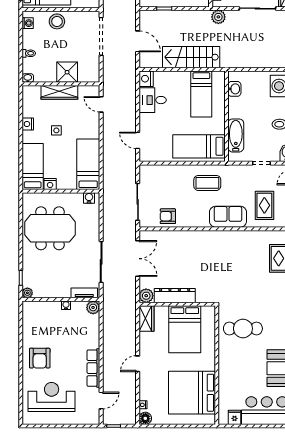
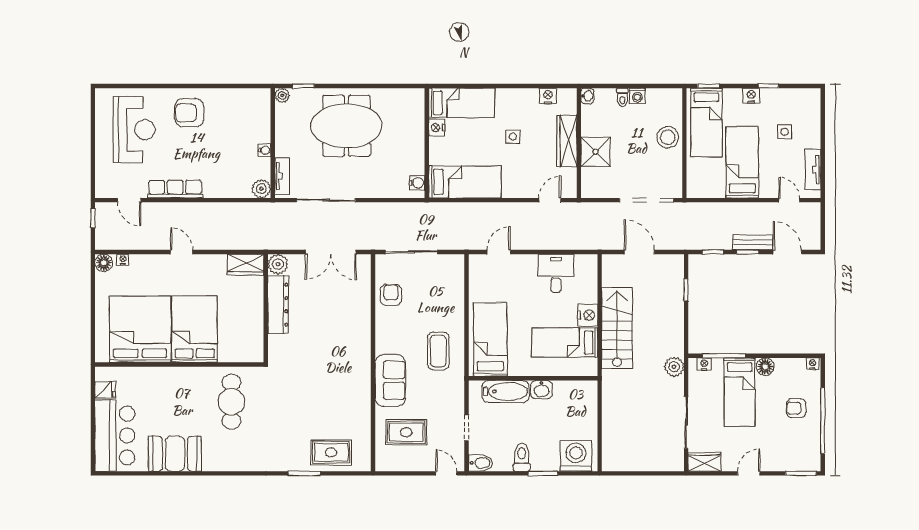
washing machine: (28, 23) -> (637, 96), moved
door: (138, 41) -> (639, 252), swing flipped
nightstand: (146, 79) -> (588, 315), moved, turned 90
washbasin: (234, 89) -> (542, 389), moved
nightstand: (28, 124) -> (548, 96), moved
meeting table: (50, 228) -> (346, 126), moved, turned 90
bed: (185, 329) -> (195, 329), moved, turned 90

